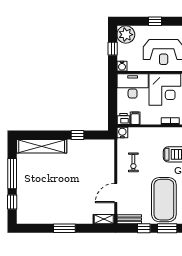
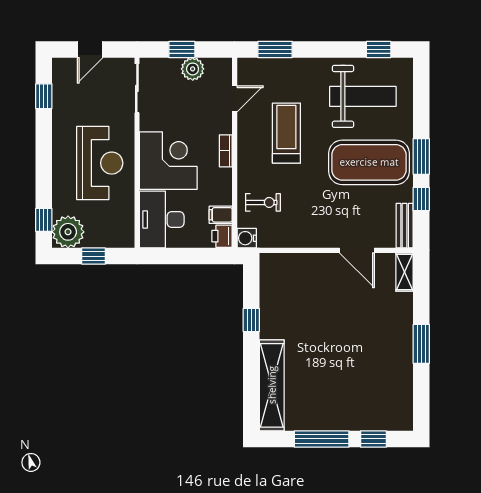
window: (155, 21) -> (44, 220), moved
water cooler: (122, 66) -> (125, 239), removed
exercise bike: (133, 162) -> (263, 202), moved

